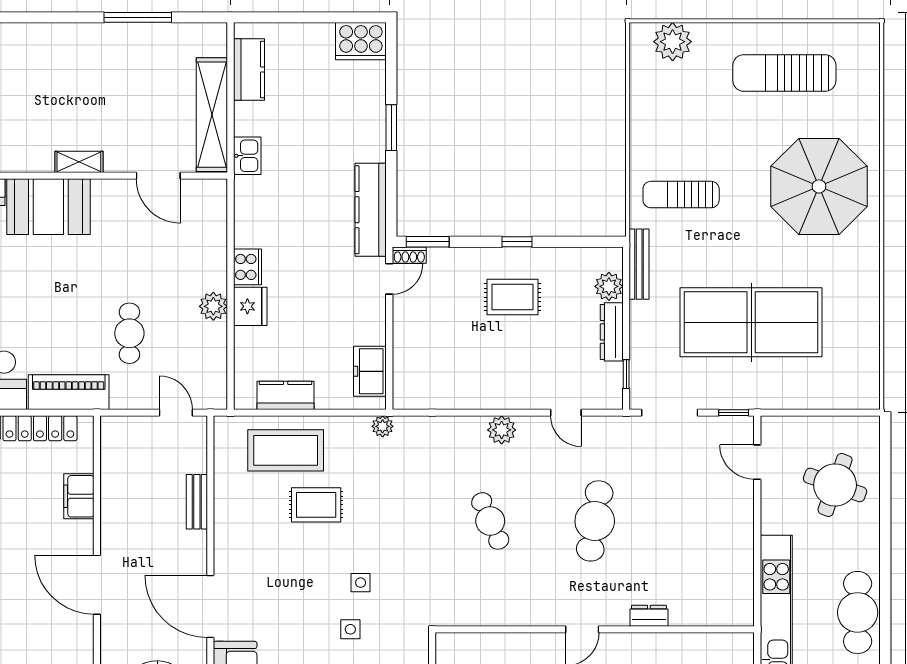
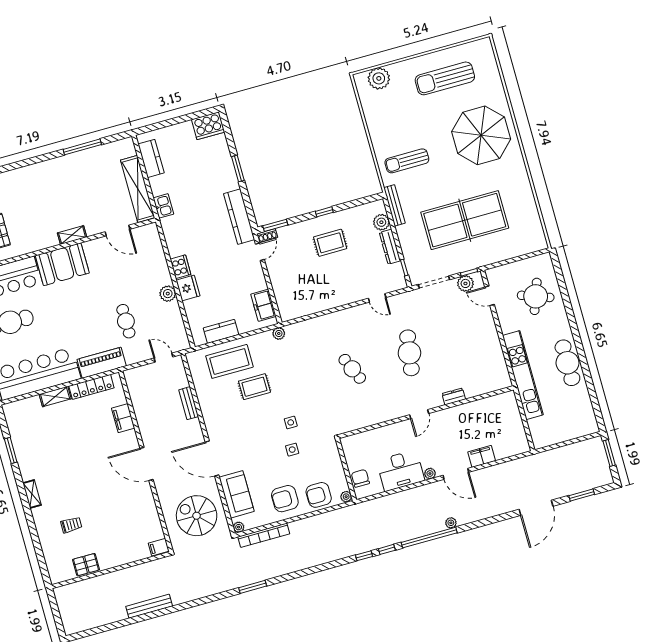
plant: (502, 430) -> (465, 283), moved

